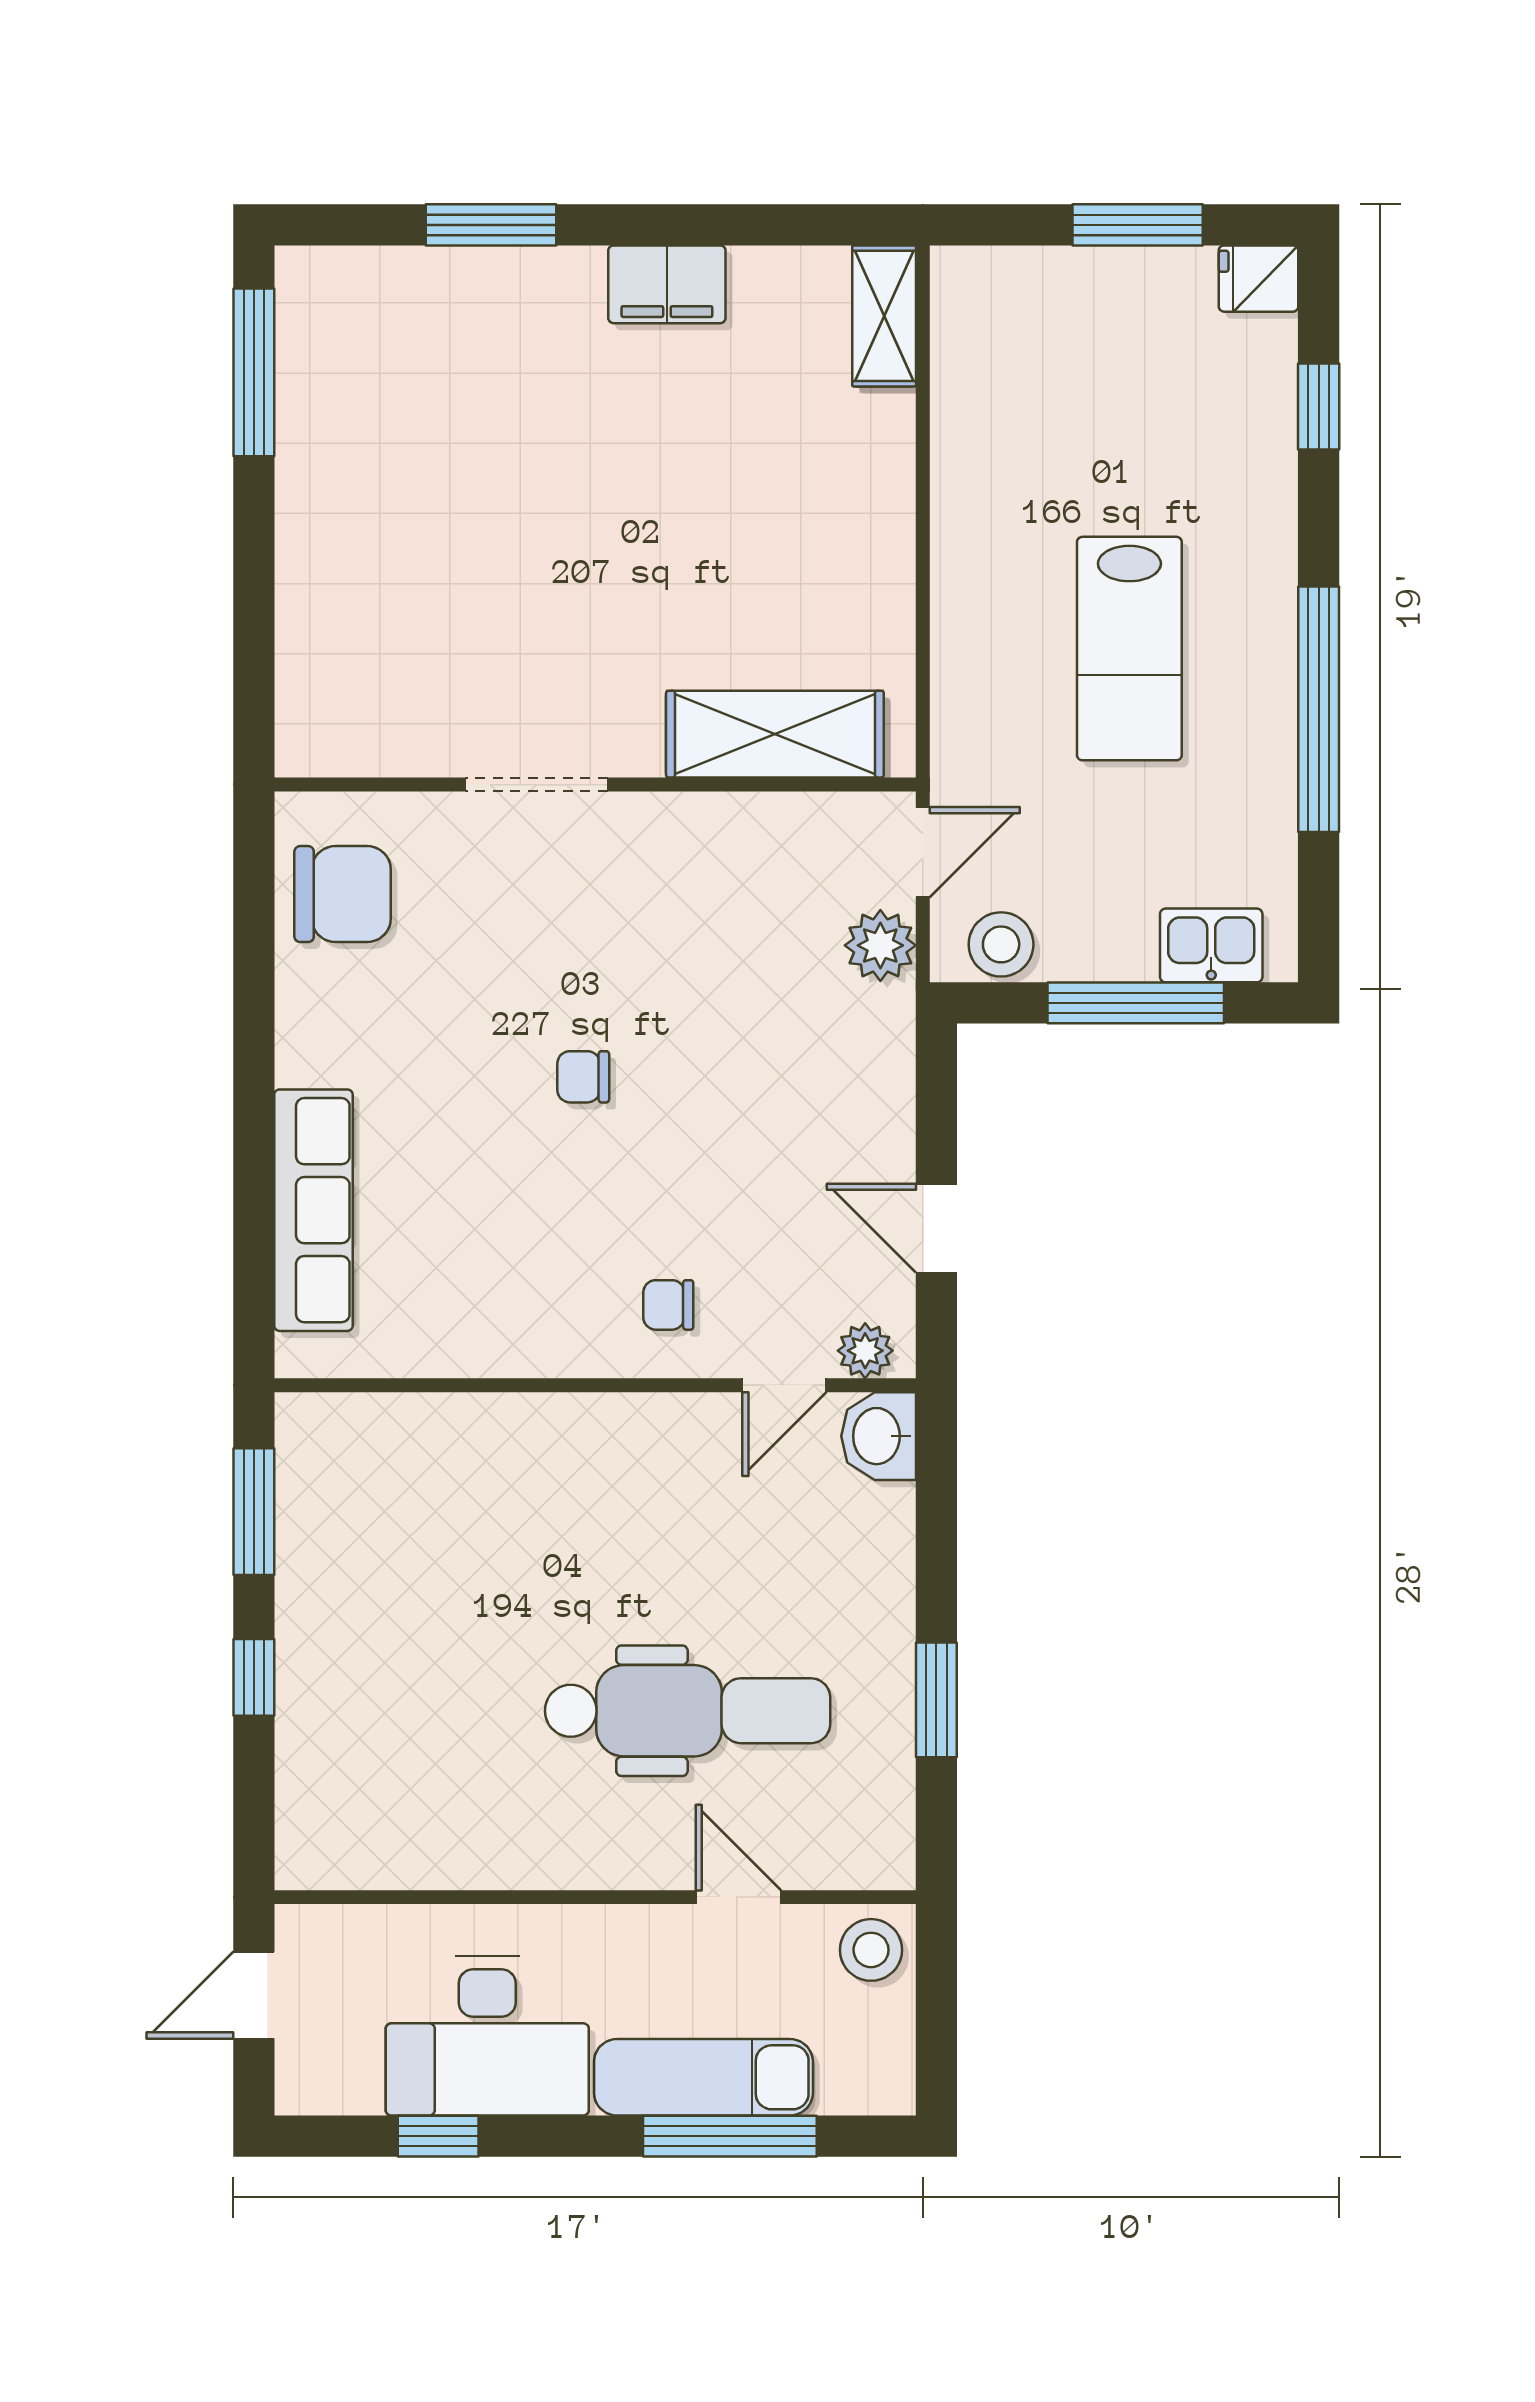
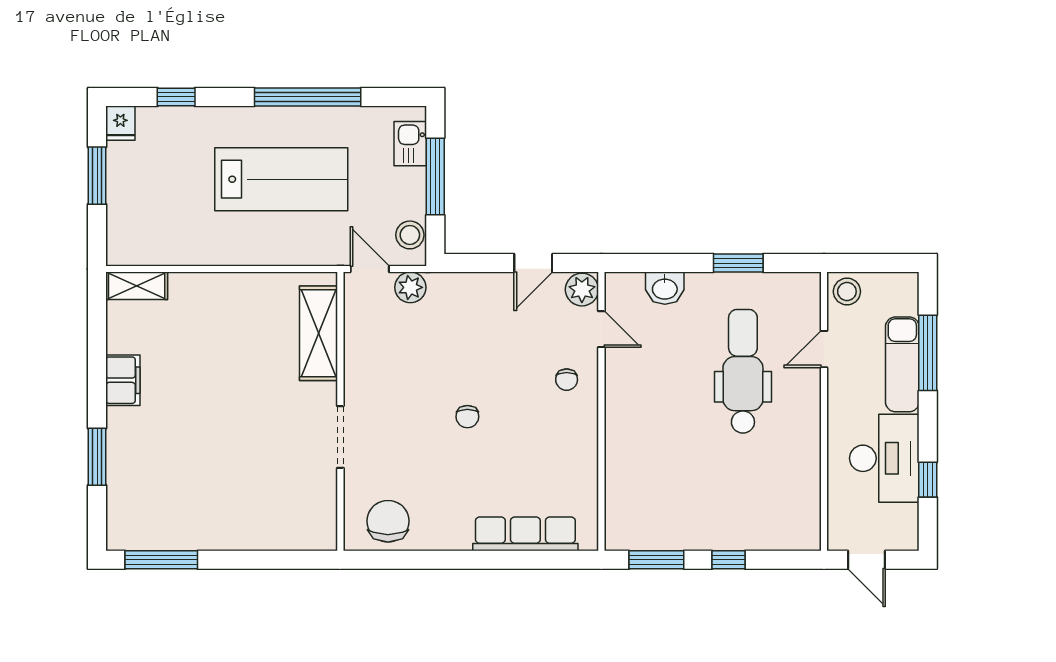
lab bench: (1129, 649) -> (281, 179), width x1.36, depth x1.39
plant: (865, 1351) -> (582, 290), width x1.38, depth x1.38
washbasin: (879, 1436) -> (665, 288), moved

